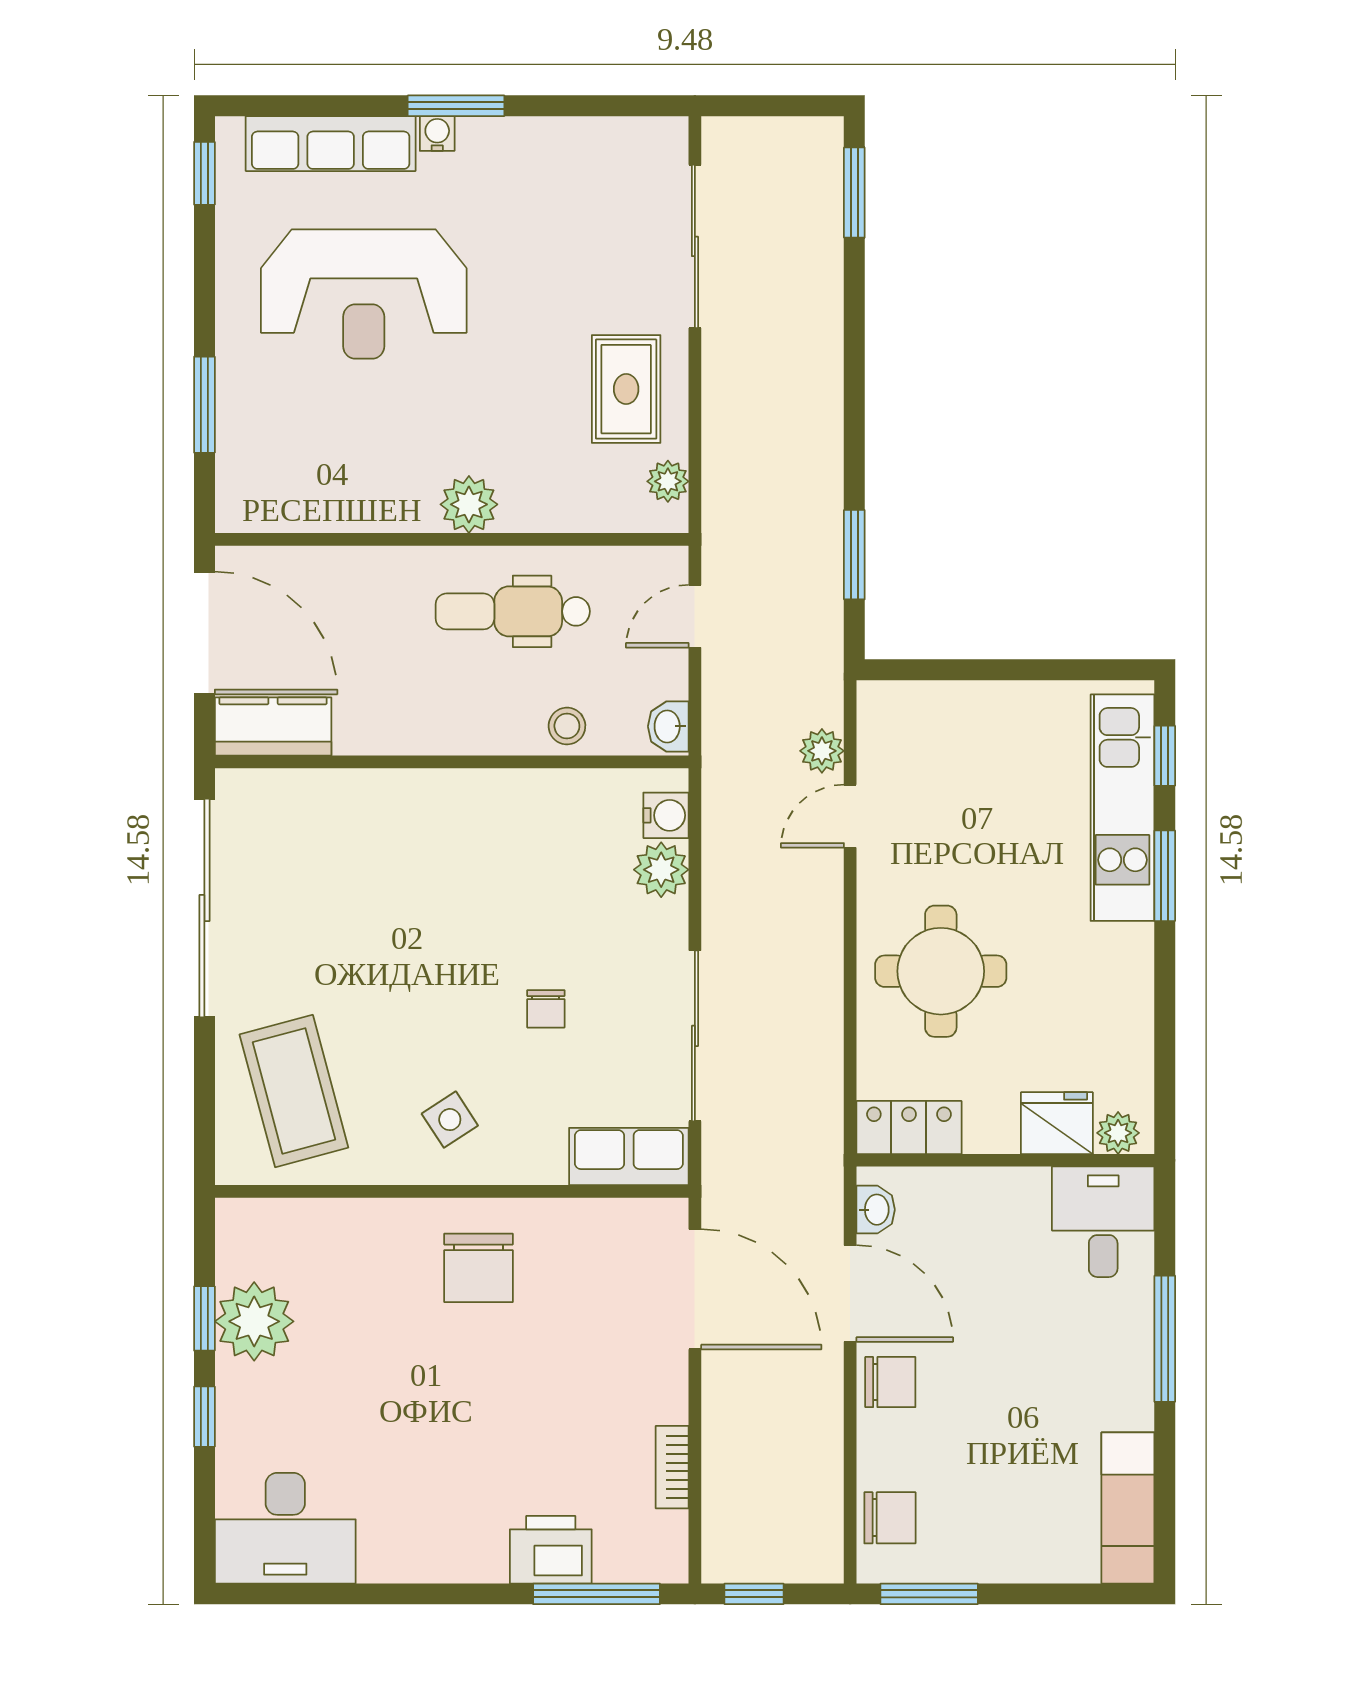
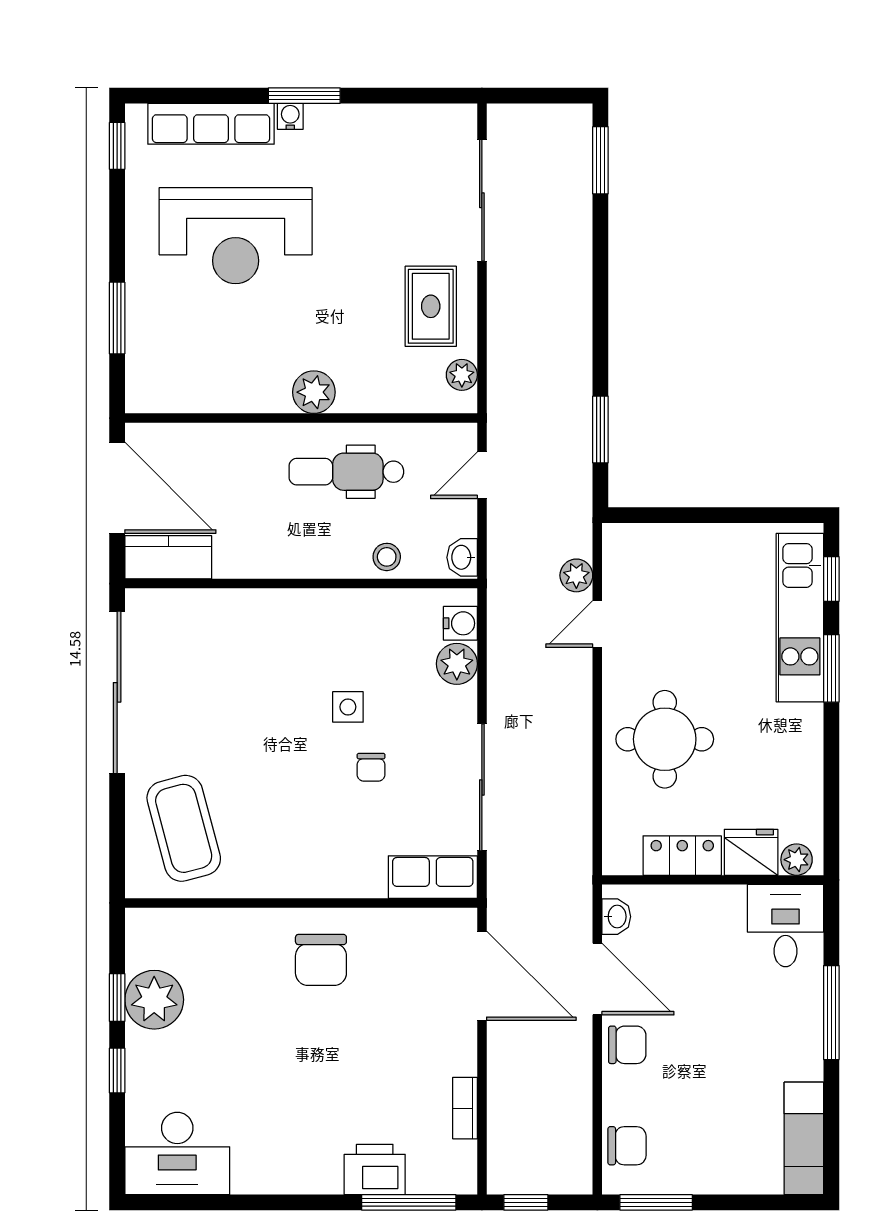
side table: (450, 1120) -> (348, 707), moved, turned 33
locker: (909, 1128) -> (682, 856), moved

